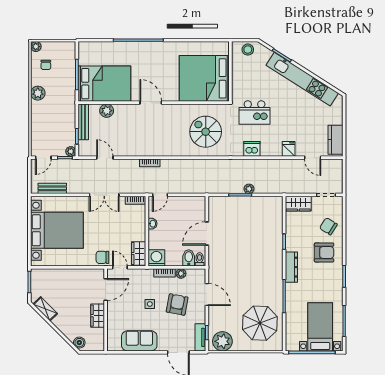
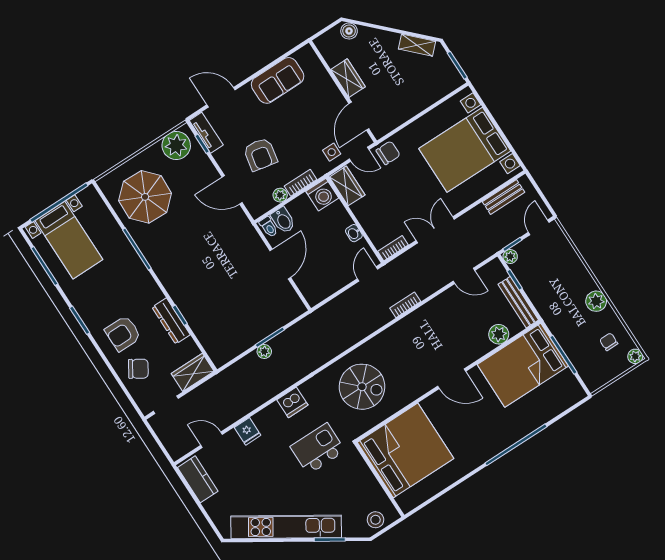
dresser: (291, 267) -> (171, 321), moved
side table: (150, 304) -> (332, 152), moved

